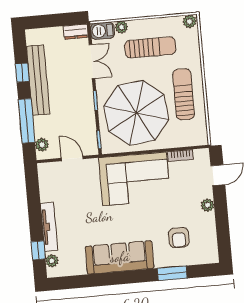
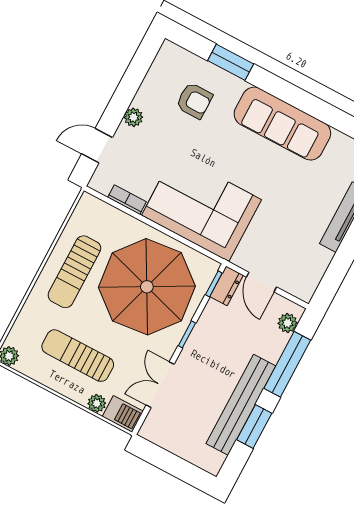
dresser: (76, 32) -> (227, 286), moved, turned 90
window: (22, 73) -> (254, 427), width x1.50
armchair: (179, 238) -> (194, 101), turned 90

